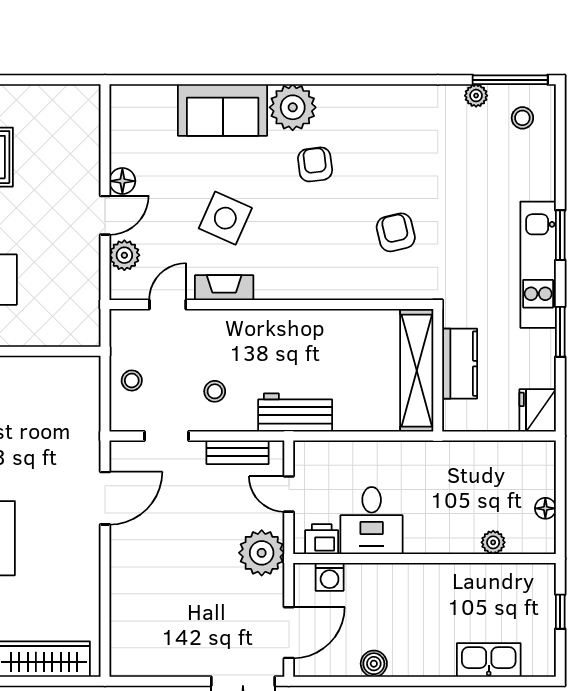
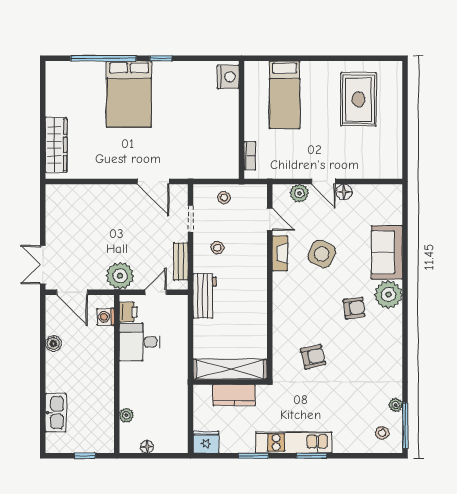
bookcase: (62, 337) -> (250, 156), added

